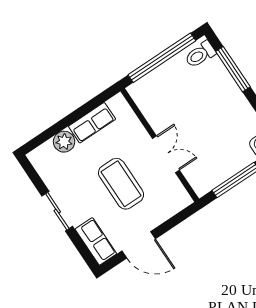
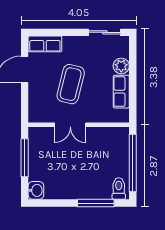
coffee table: (121, 184) -> (71, 84), turned -76
sliding door: (57, 211) -> (105, 32), moved

